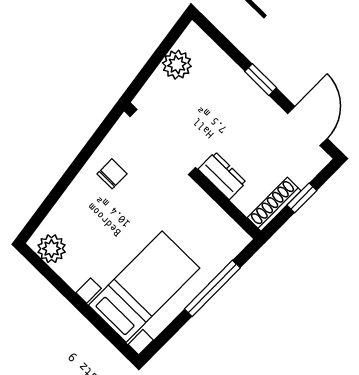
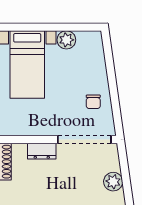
plant: (52, 249) -> (66, 40), moved

